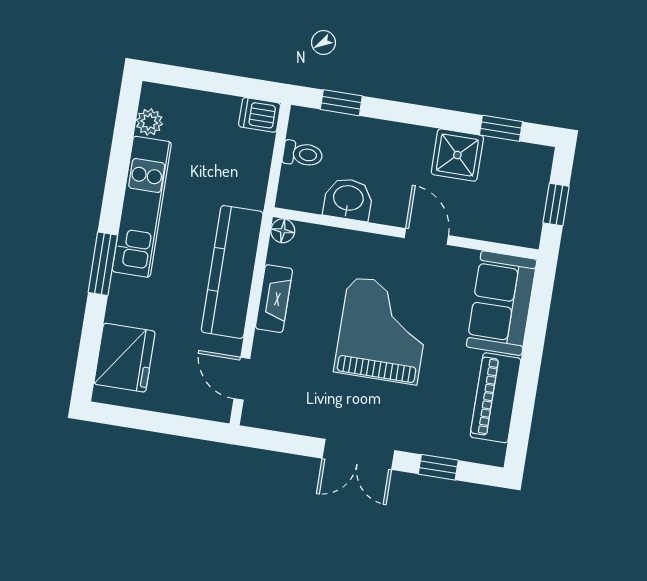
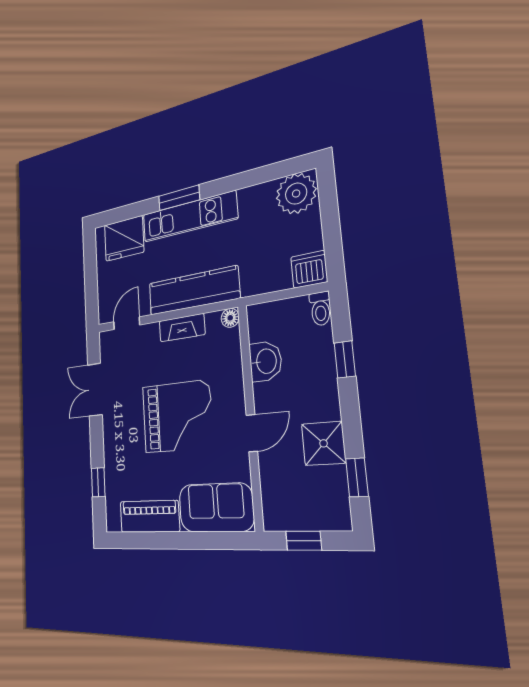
window: (341, 103) -> (345, 359), moved
dishwasher: (260, 115) -> (309, 269), width x1.38
plant: (149, 122) -> (296, 194), width x1.87, depth x1.87
toilet: (303, 154) -> (320, 309), moved
kitchen unit: (142, 207) -> (189, 217), moved
double door: (358, 454) -> (95, 390), moved

